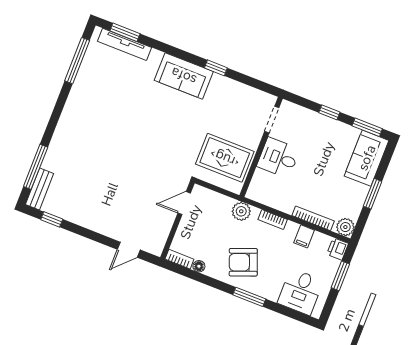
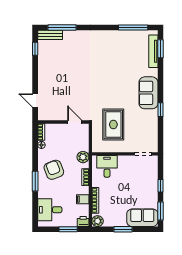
rug: (225, 158) -> (113, 125), moved
desk: (278, 158) -> (107, 166), moved

